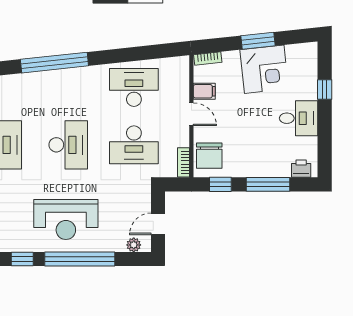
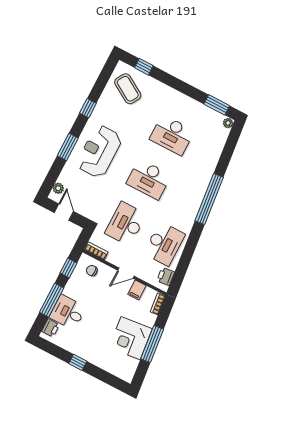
window: (258, 41) -> (152, 344), width x1.44
printer: (171, 66) -> (166, 276), added
window: (325, 89) -> (78, 362), moved
desk: (299, 118) -> (68, 312), moved, turned 90
chair: (209, 156) -> (92, 271), width x0.54, depth x0.54
window: (80, 259) -> (68, 147), width x0.47

